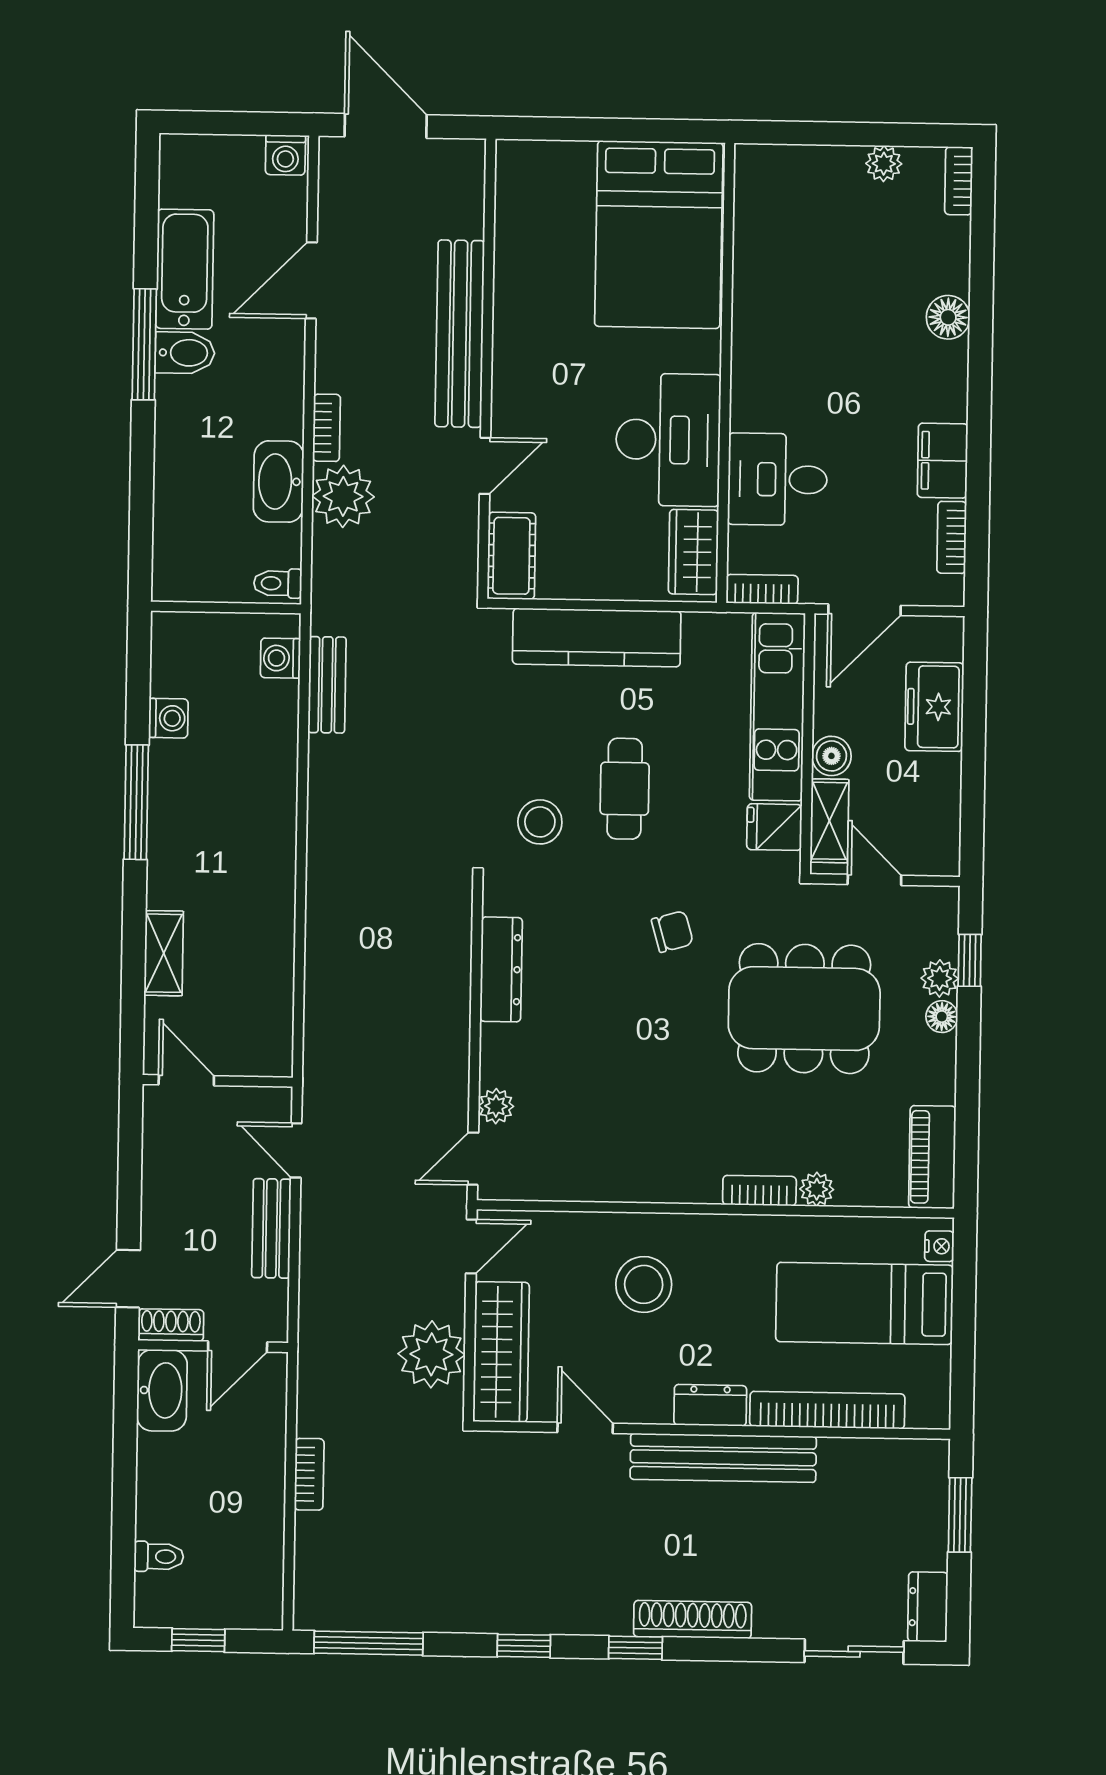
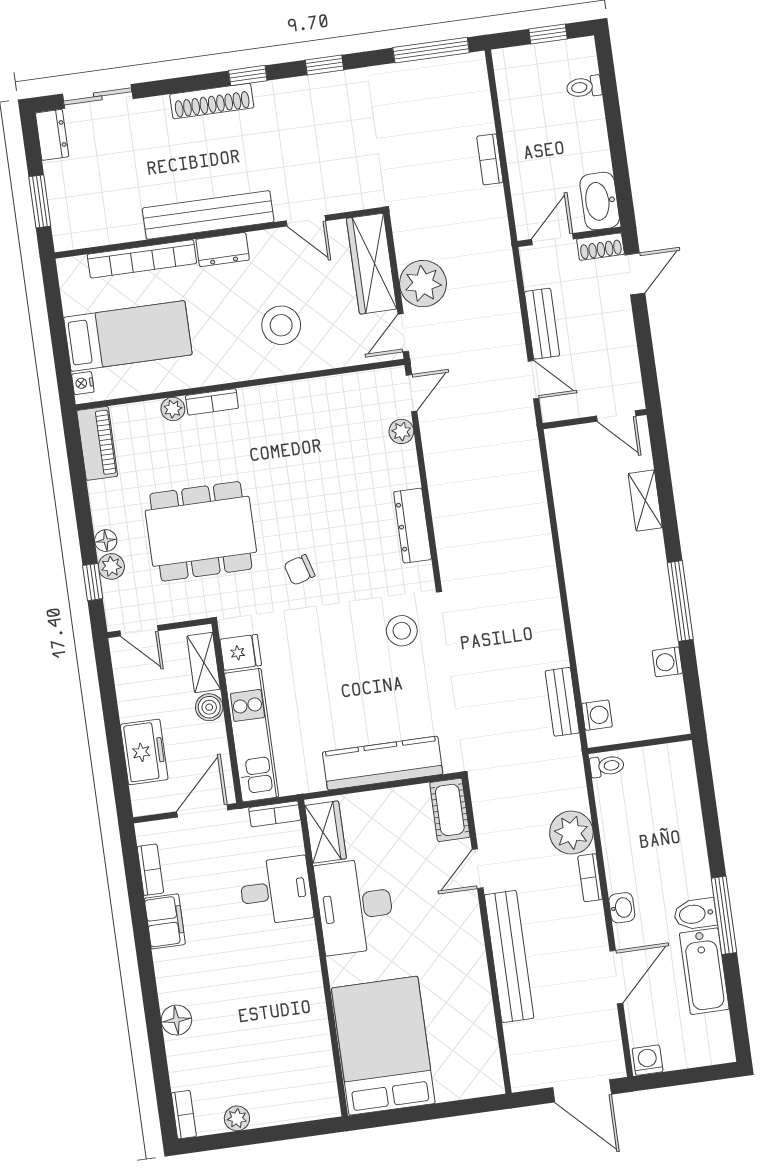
washbasin: (279, 482) -> (622, 908), moved, width x0.52, depth x0.69
cafe table: (625, 789) -> (347, 663), removed
door: (874, 880) -> (139, 631), moved
plant: (431, 1354) -> (423, 284), moved

